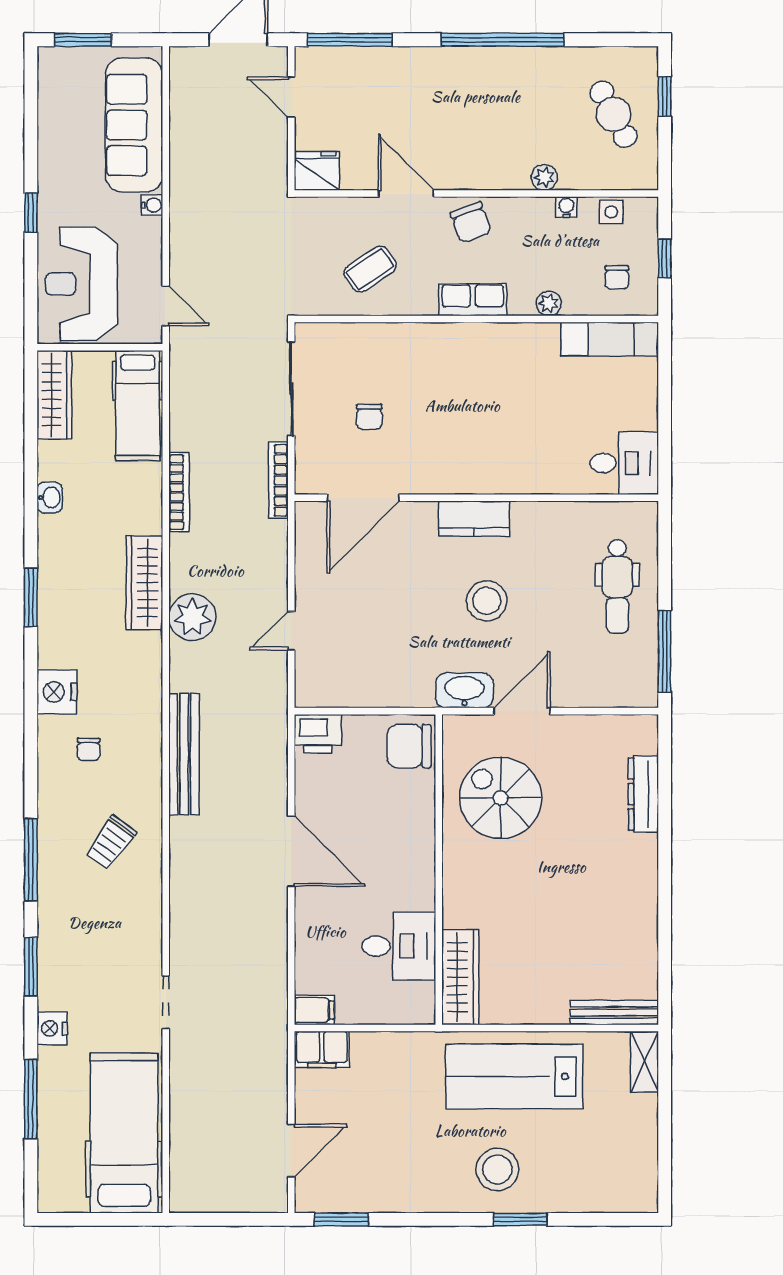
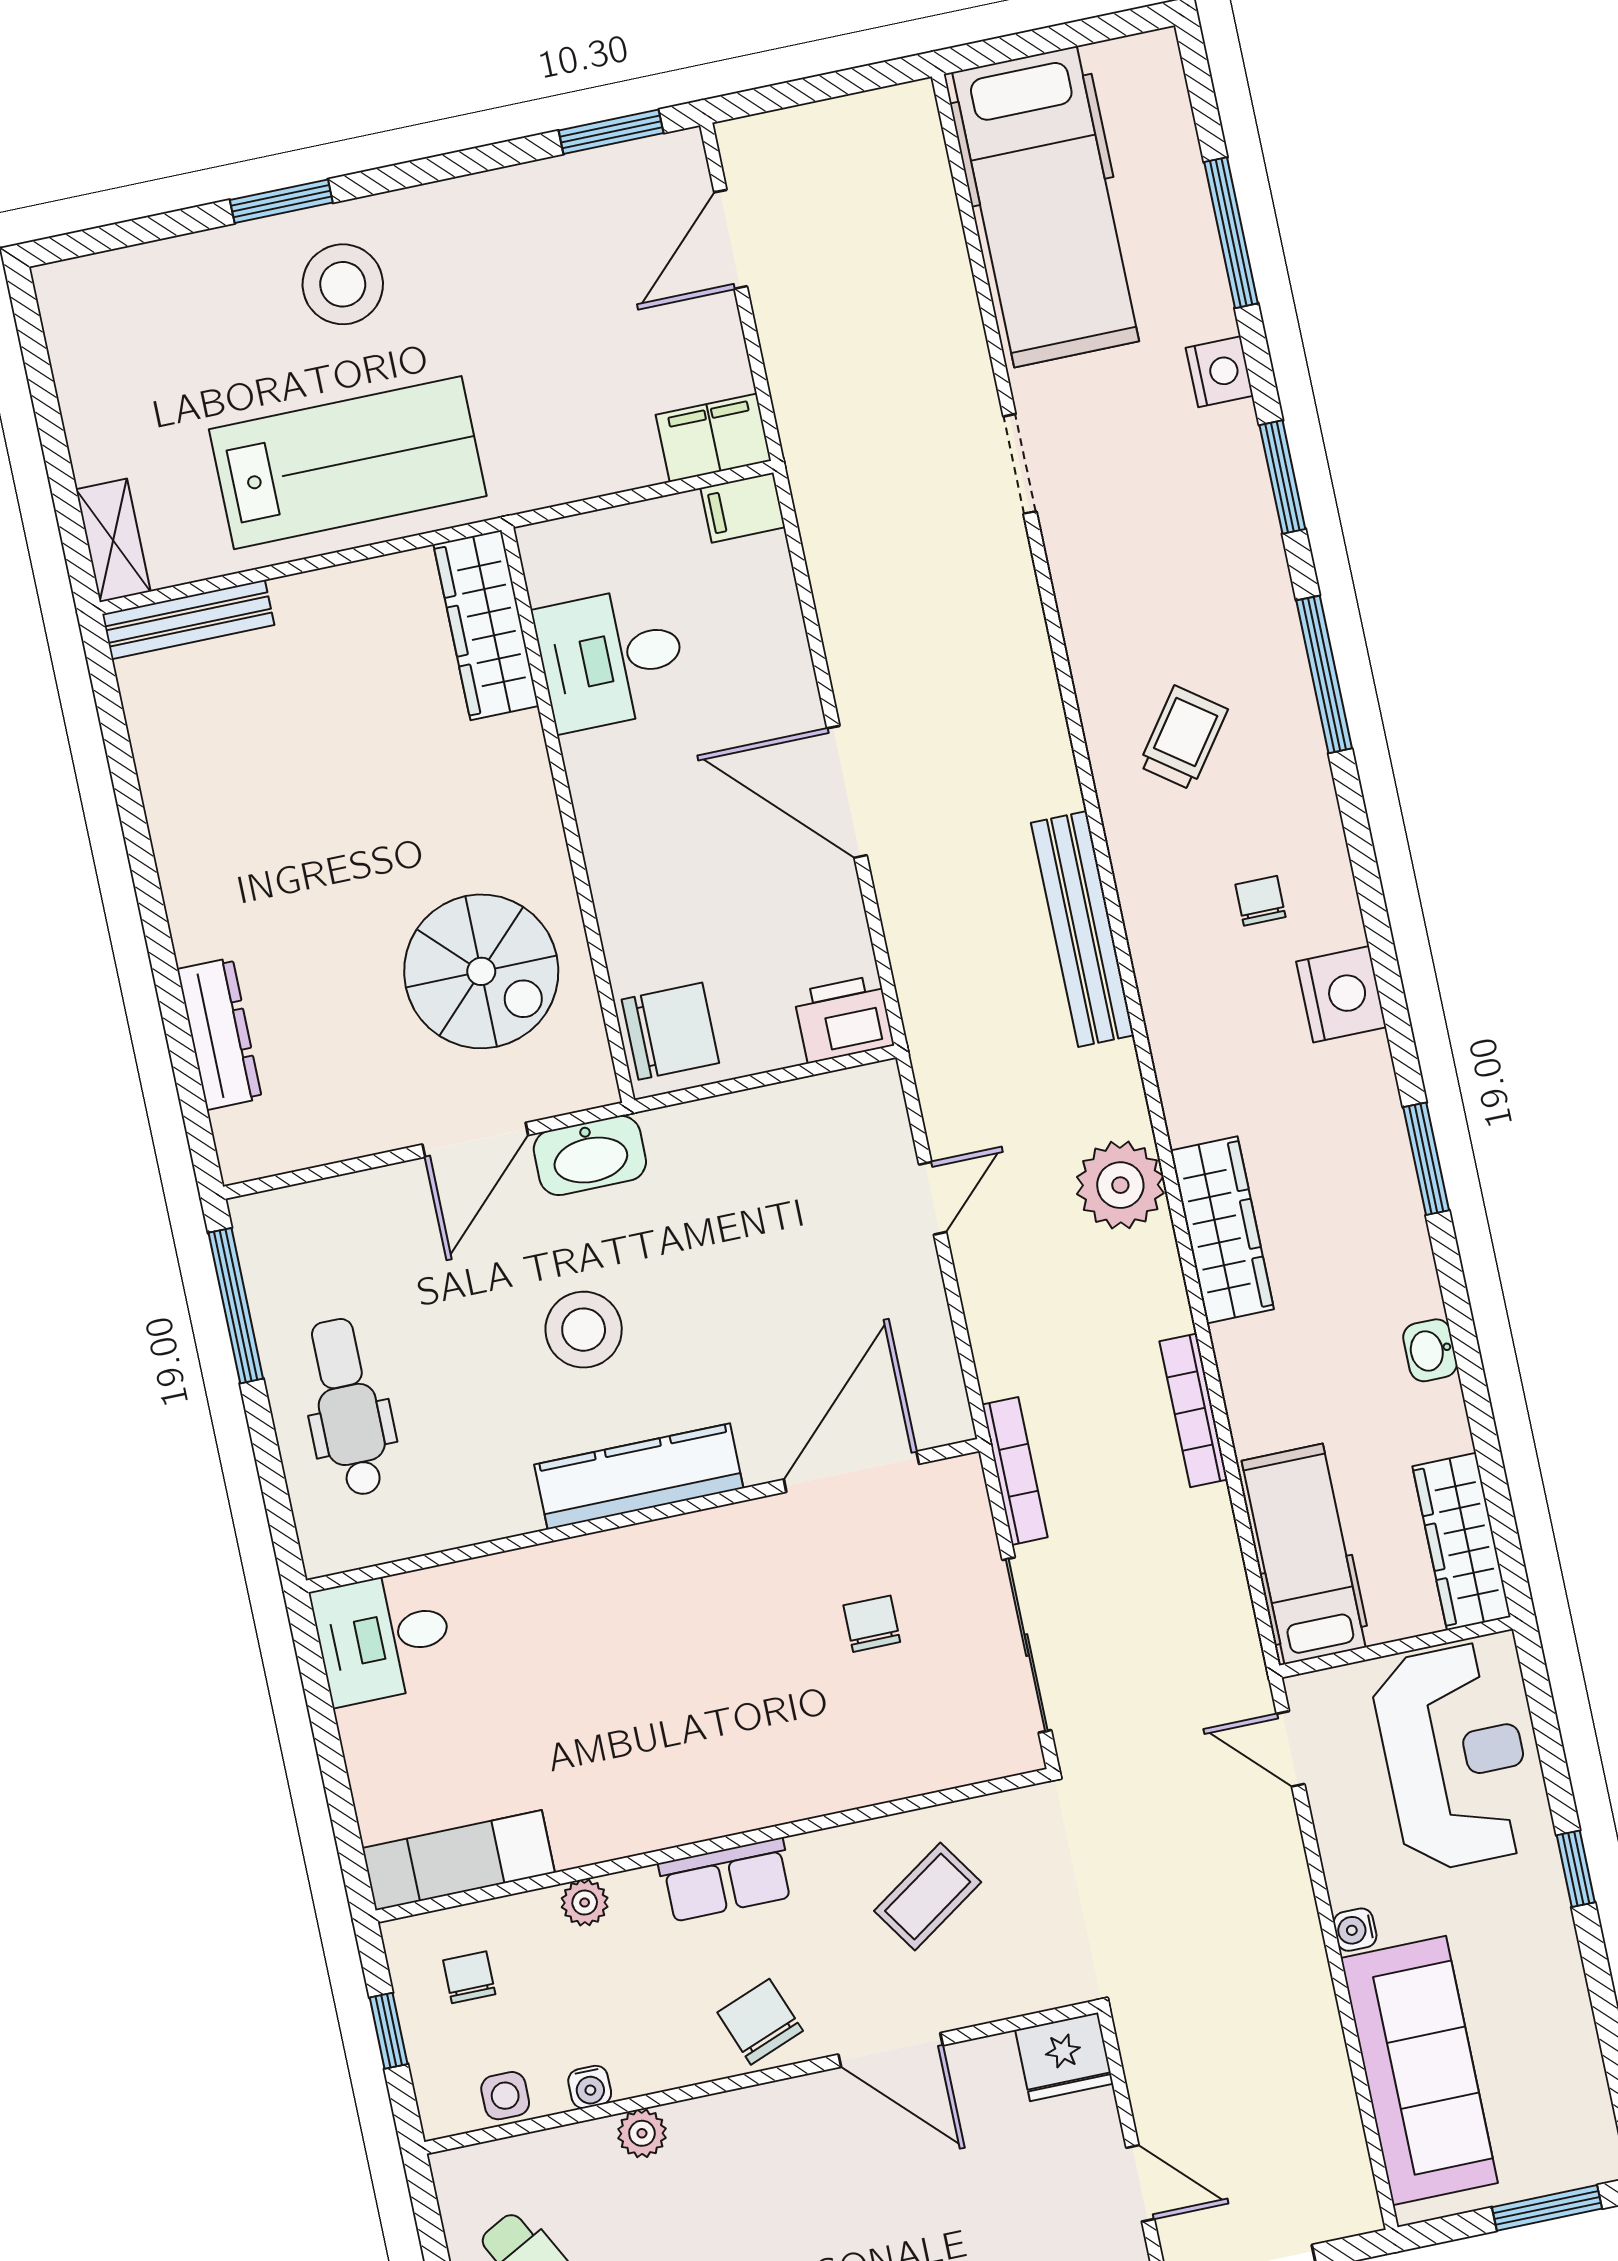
kitchen counter: (474, 519) -> (639, 1476), width x1.50

